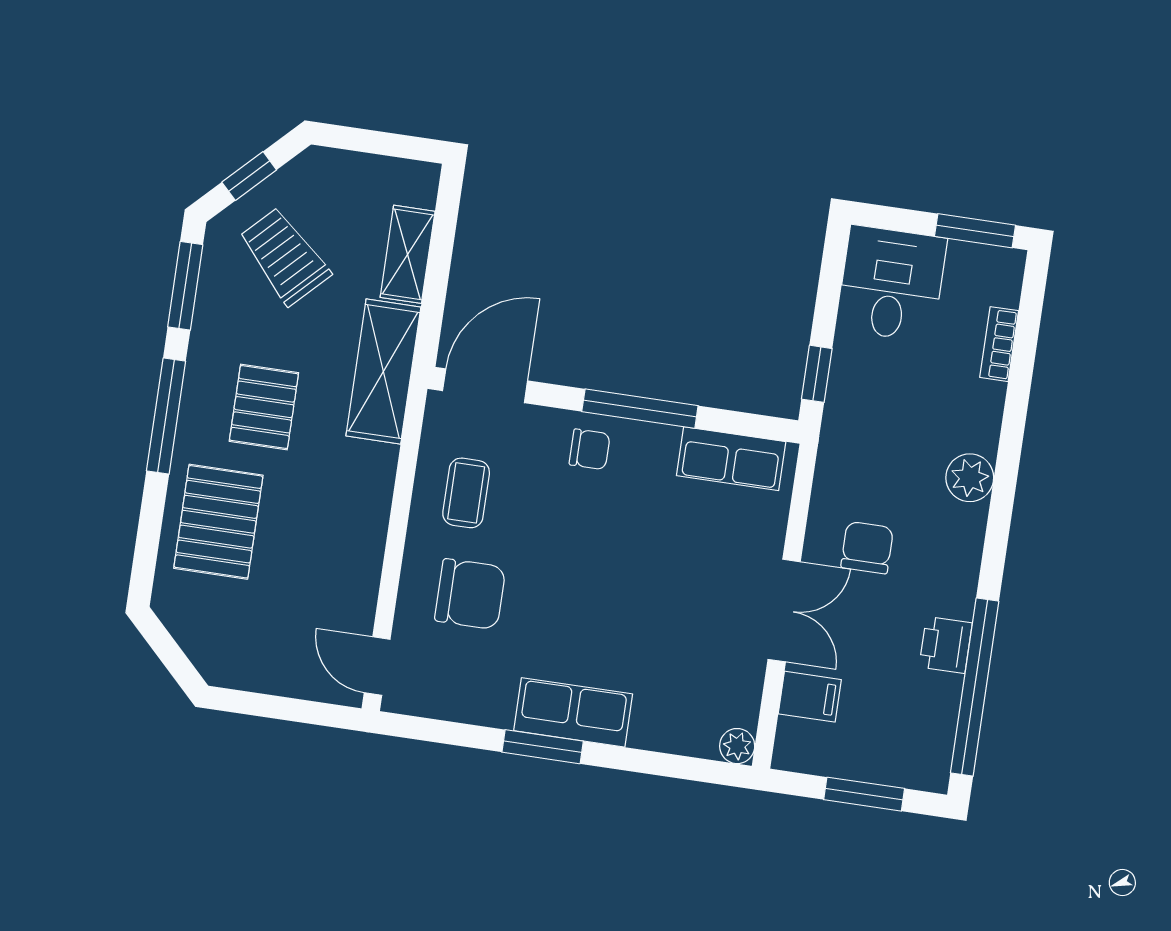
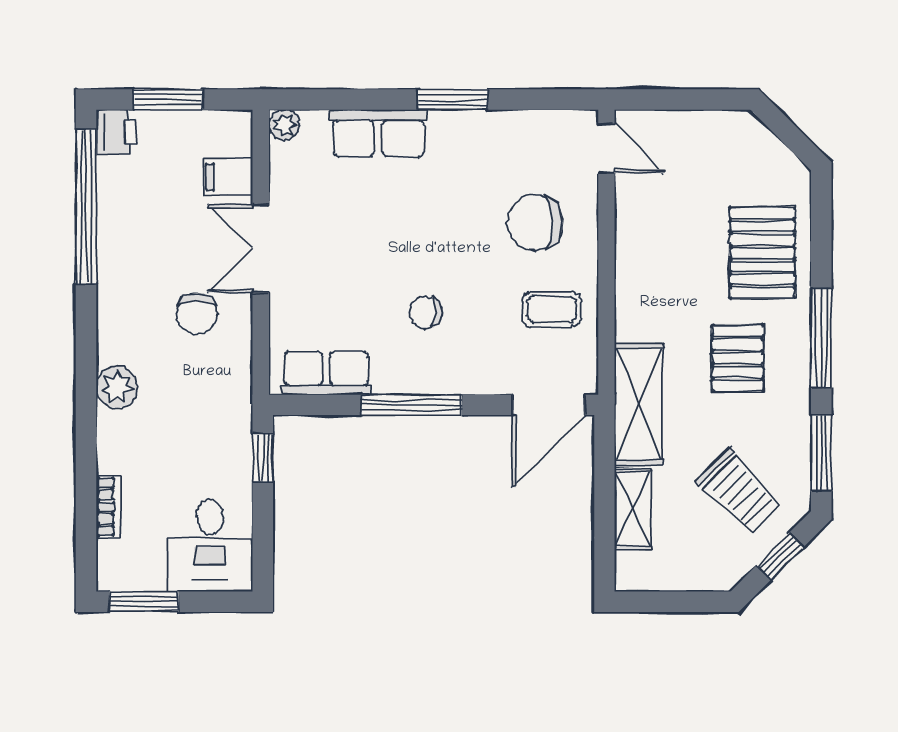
chair: (590, 449) -> (426, 312), moved
coffee table: (466, 493) -> (551, 310), turned 90
printer: (946, 645) -> (116, 132), moved
row of seats: (573, 712) -> (378, 133), moved

